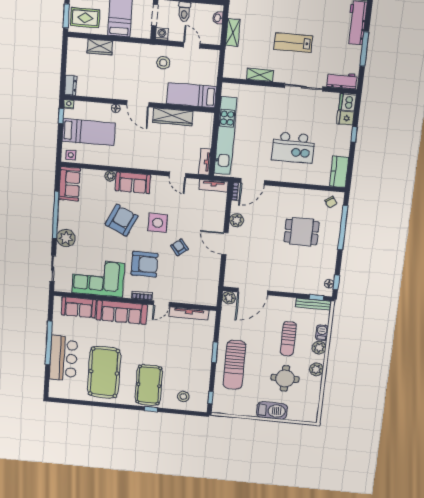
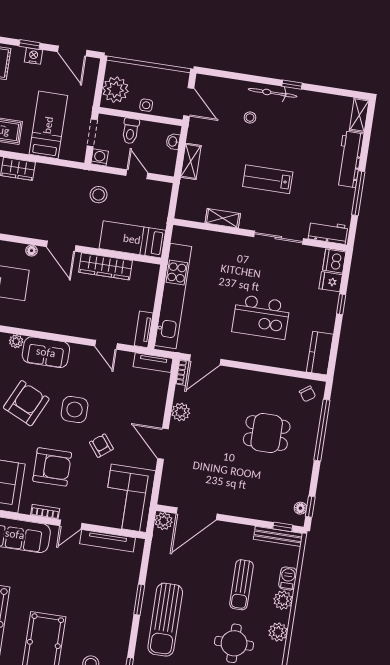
corner sofa: (202, 283) -> (129, 498), added

